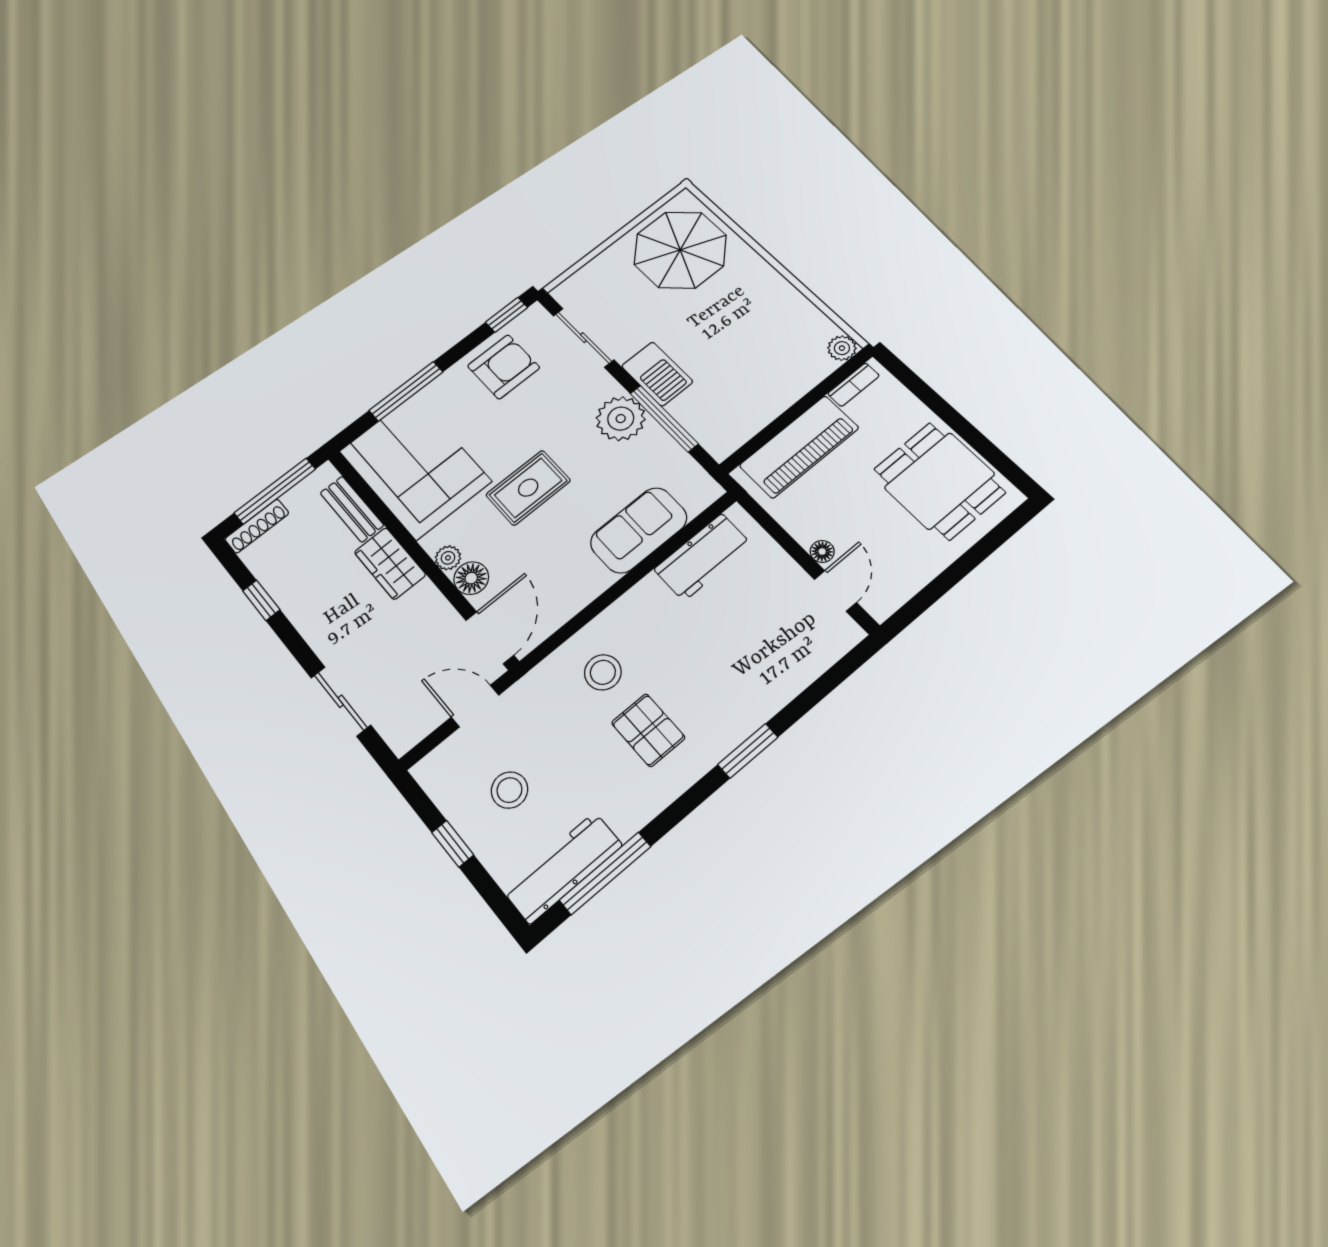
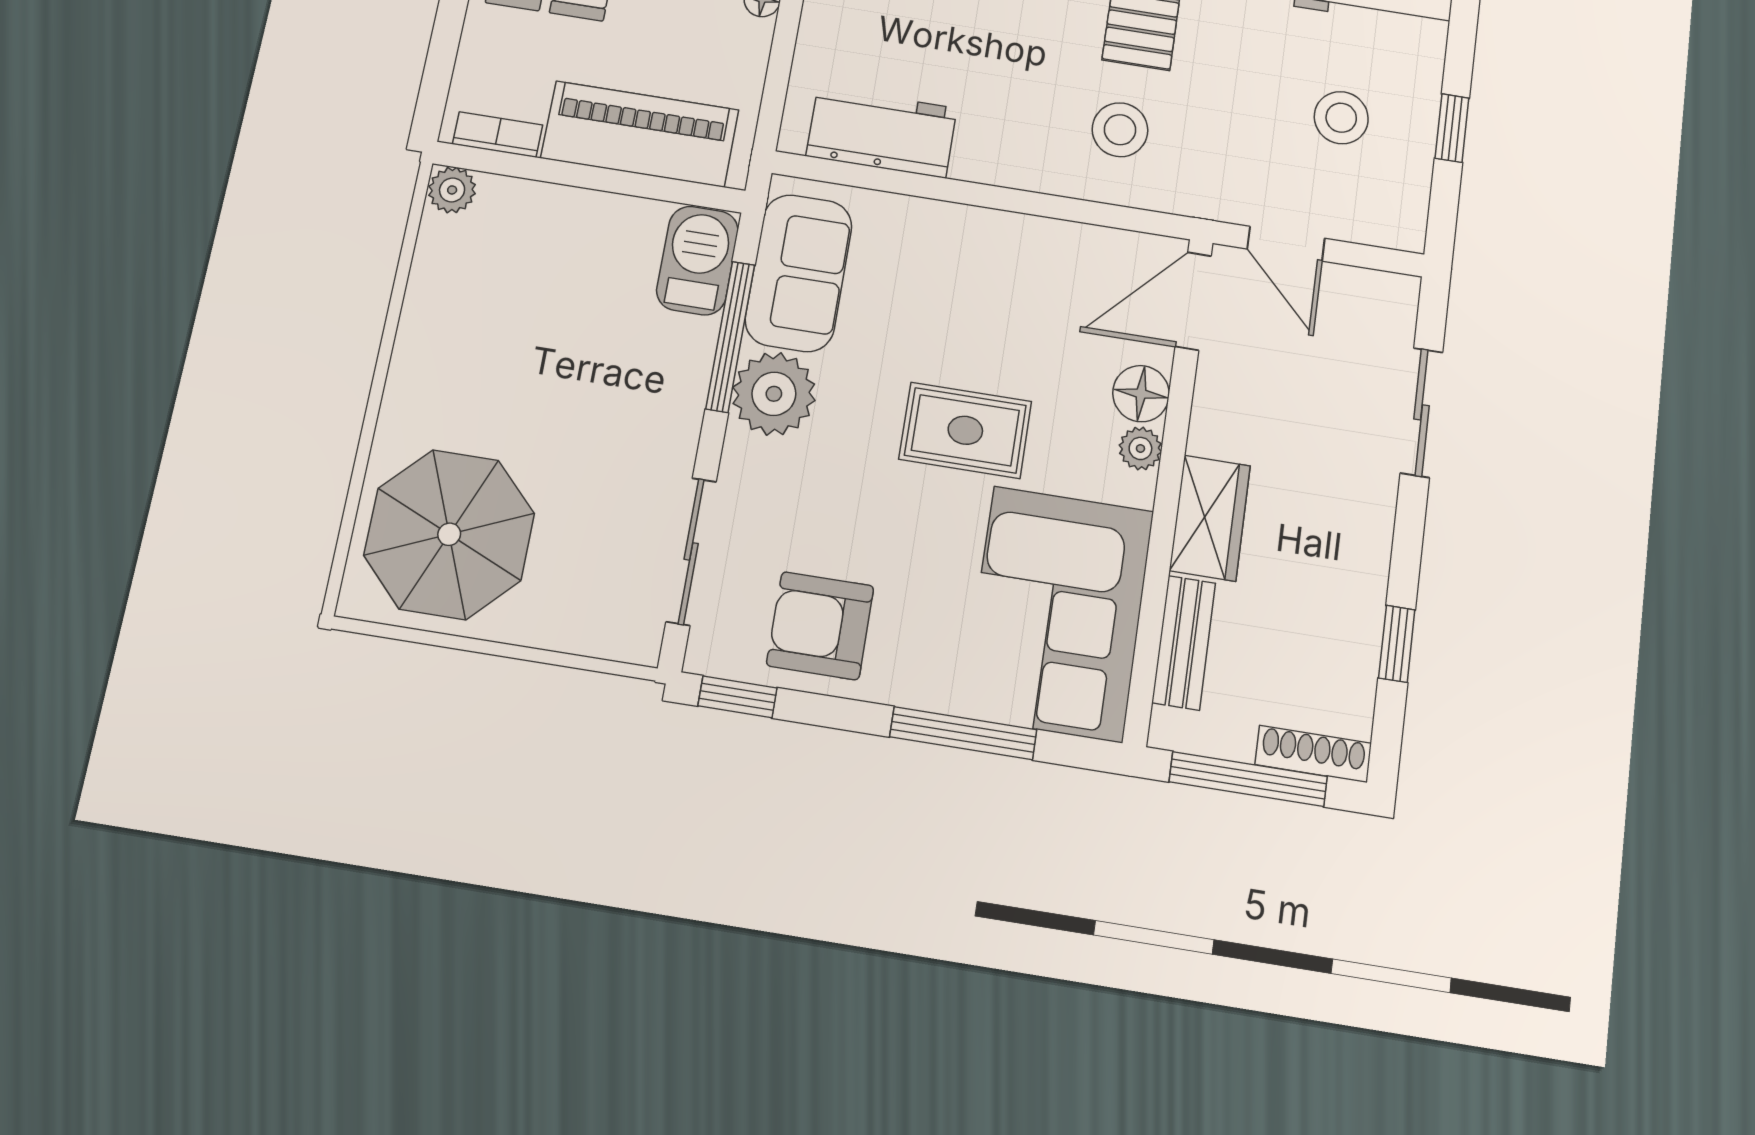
barbecue: (657, 374) -> (697, 260), moved
sofa: (639, 530) -> (799, 273), moved, turned -90

